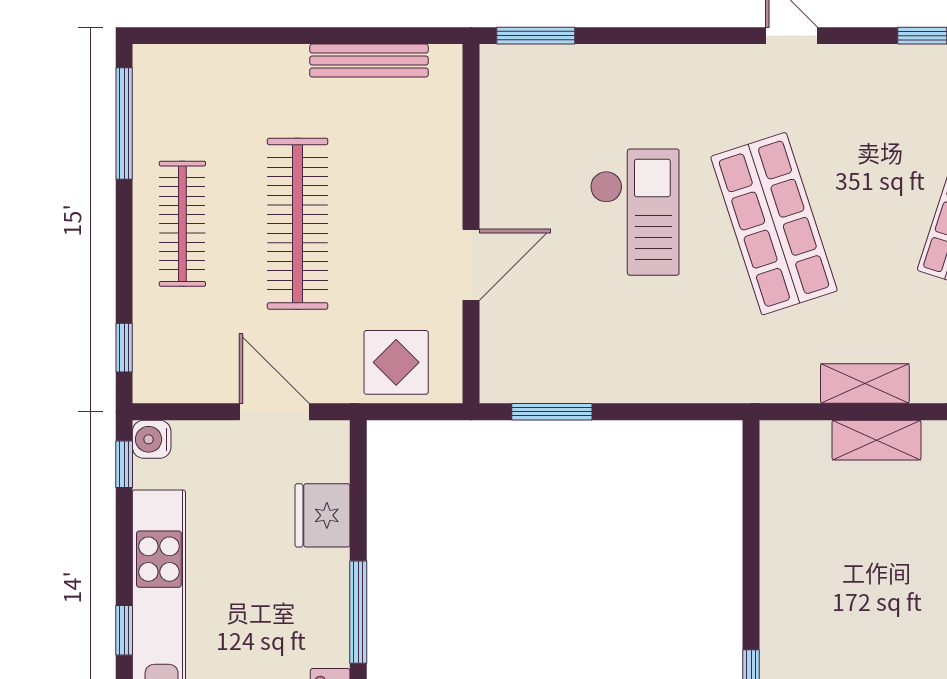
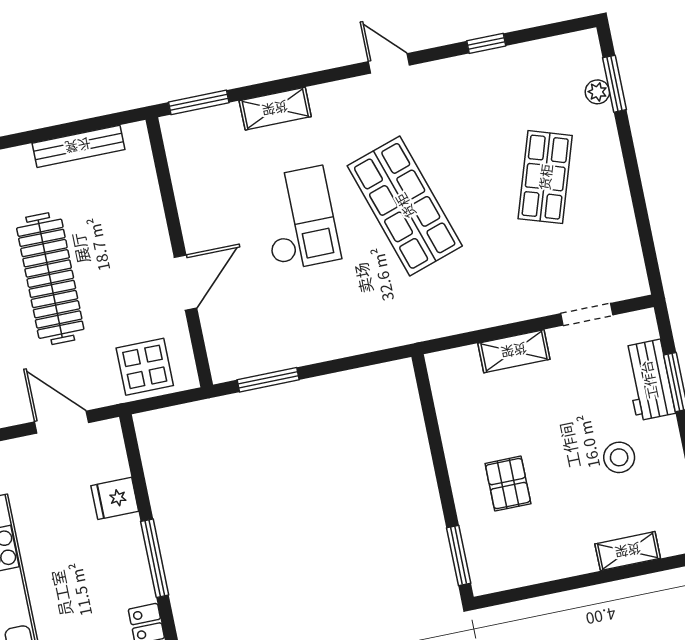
shelving: (865, 383) -> (275, 109), moved
fridge: (322, 515) -> (115, 498), width x0.72
pallet: (834, 609) -> (508, 484), added

